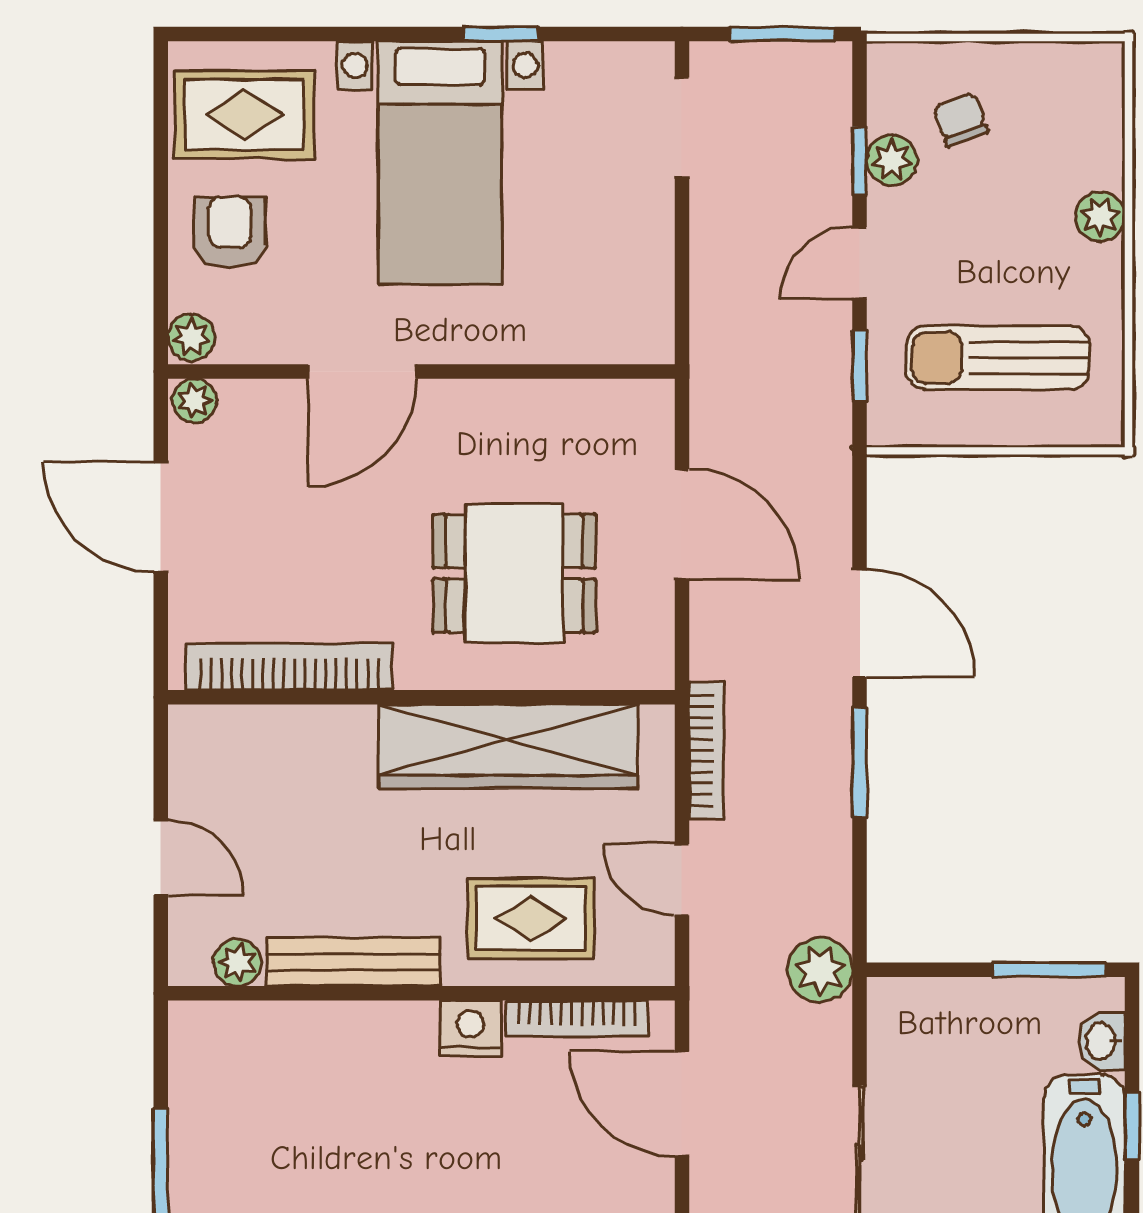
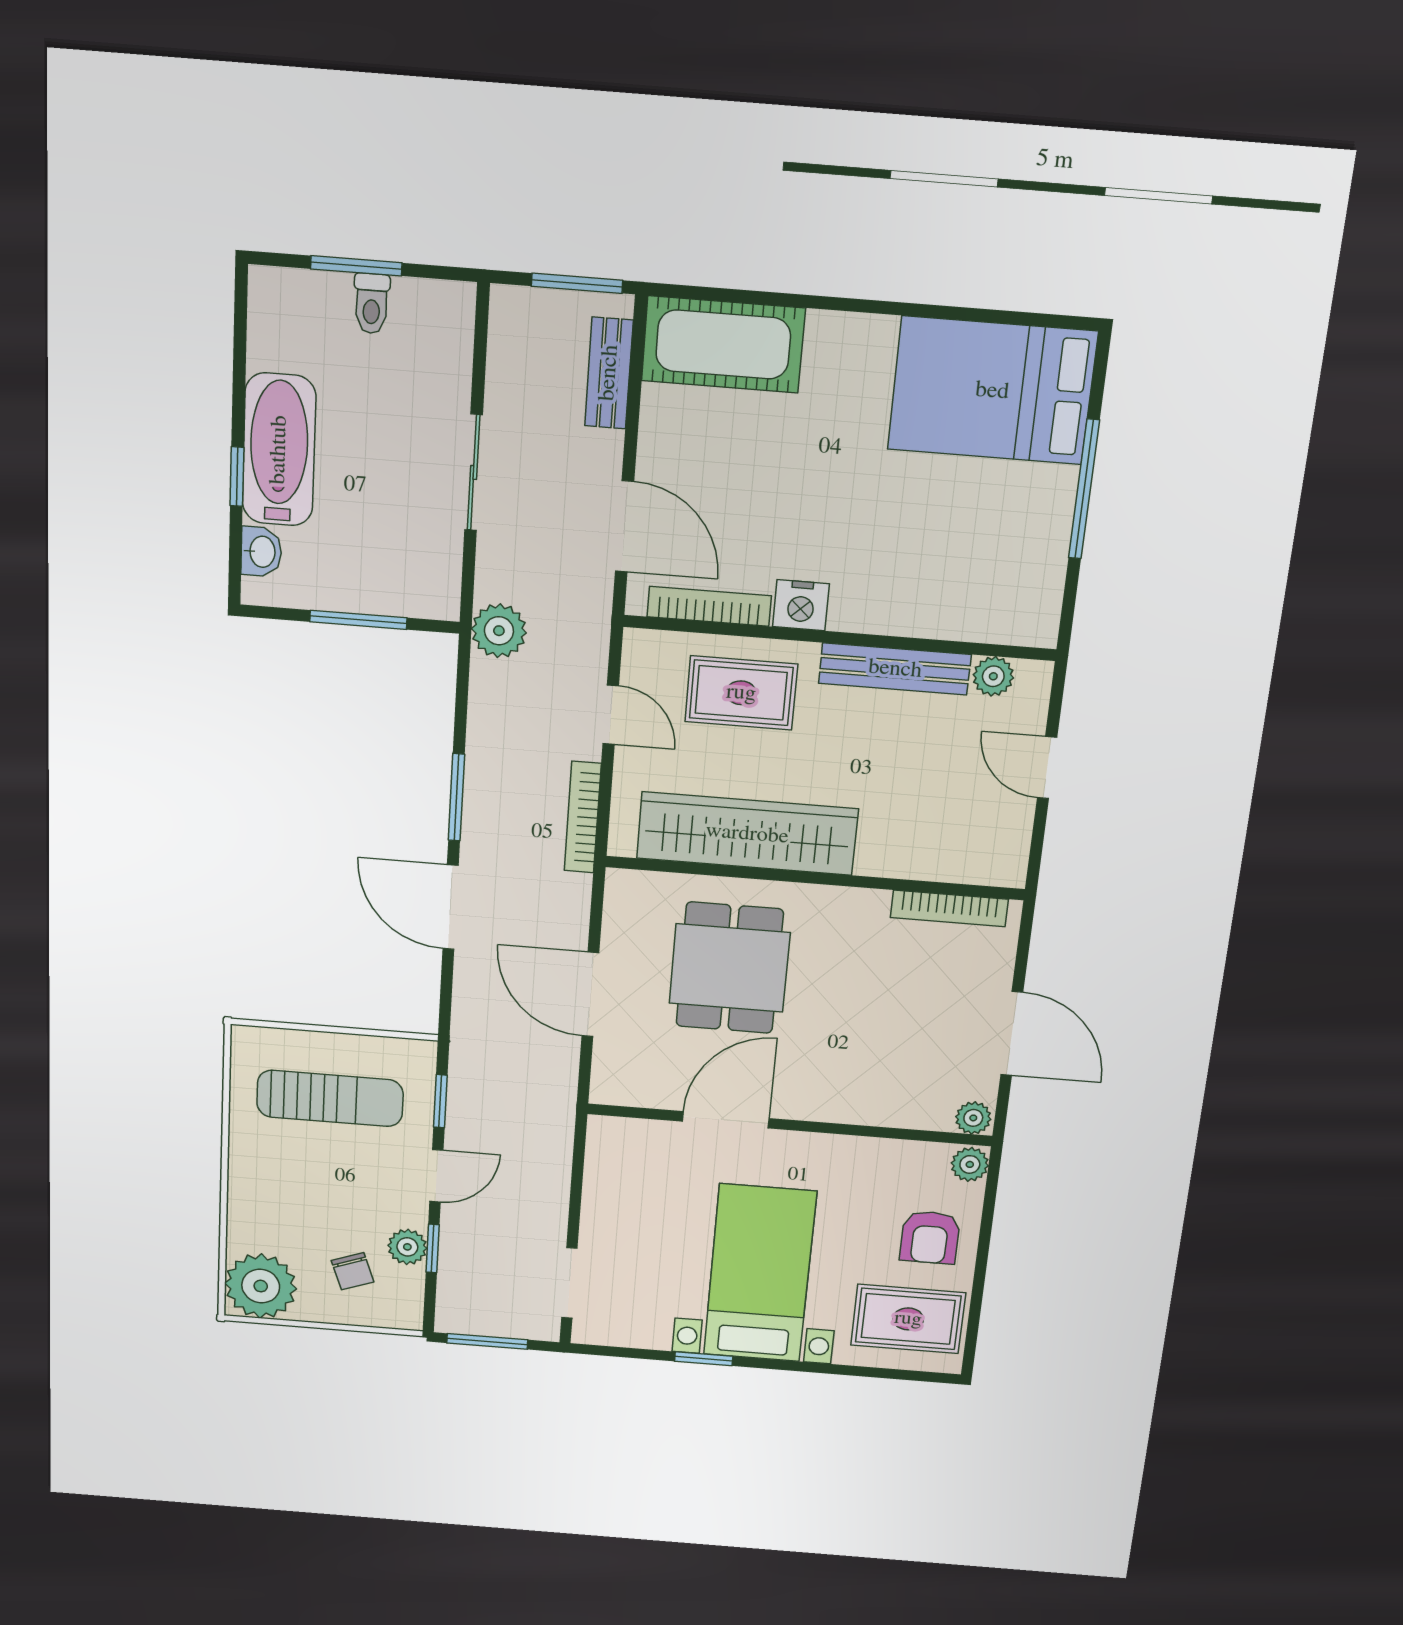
plant: (1100, 217) -> (261, 1286), moved, width x1.87, depth x1.87
door: (362, 371) -> (726, 1120), moved
dining table: (514, 573) -> (730, 968), turned 90
bookcase: (289, 667) -> (949, 908), width x0.68, depth x0.76
window: (1049, 970) -> (358, 620), moved

